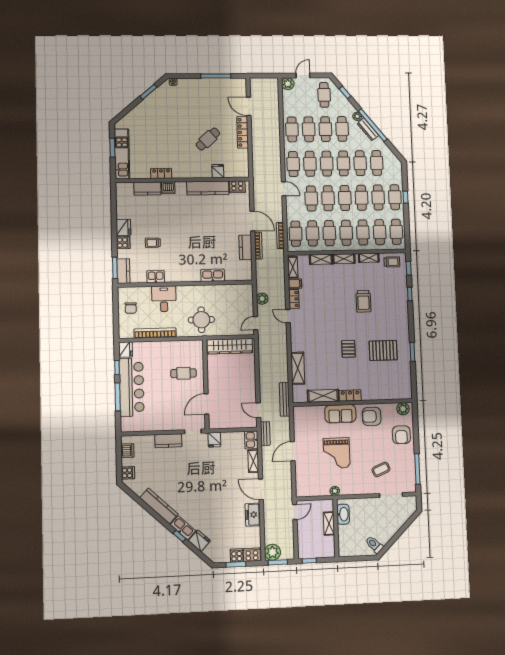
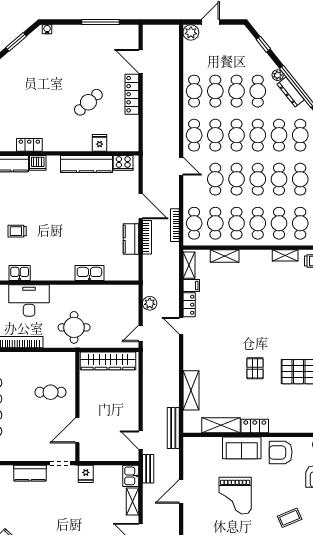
cafe table: (324, 95) -> (237, 47), removed
shelving: (344, 259) -> (254, 256), removed
desk: (164, 299) -> (29, 300), width x1.37
trolley: (363, 301) -> (276, 310), removed

